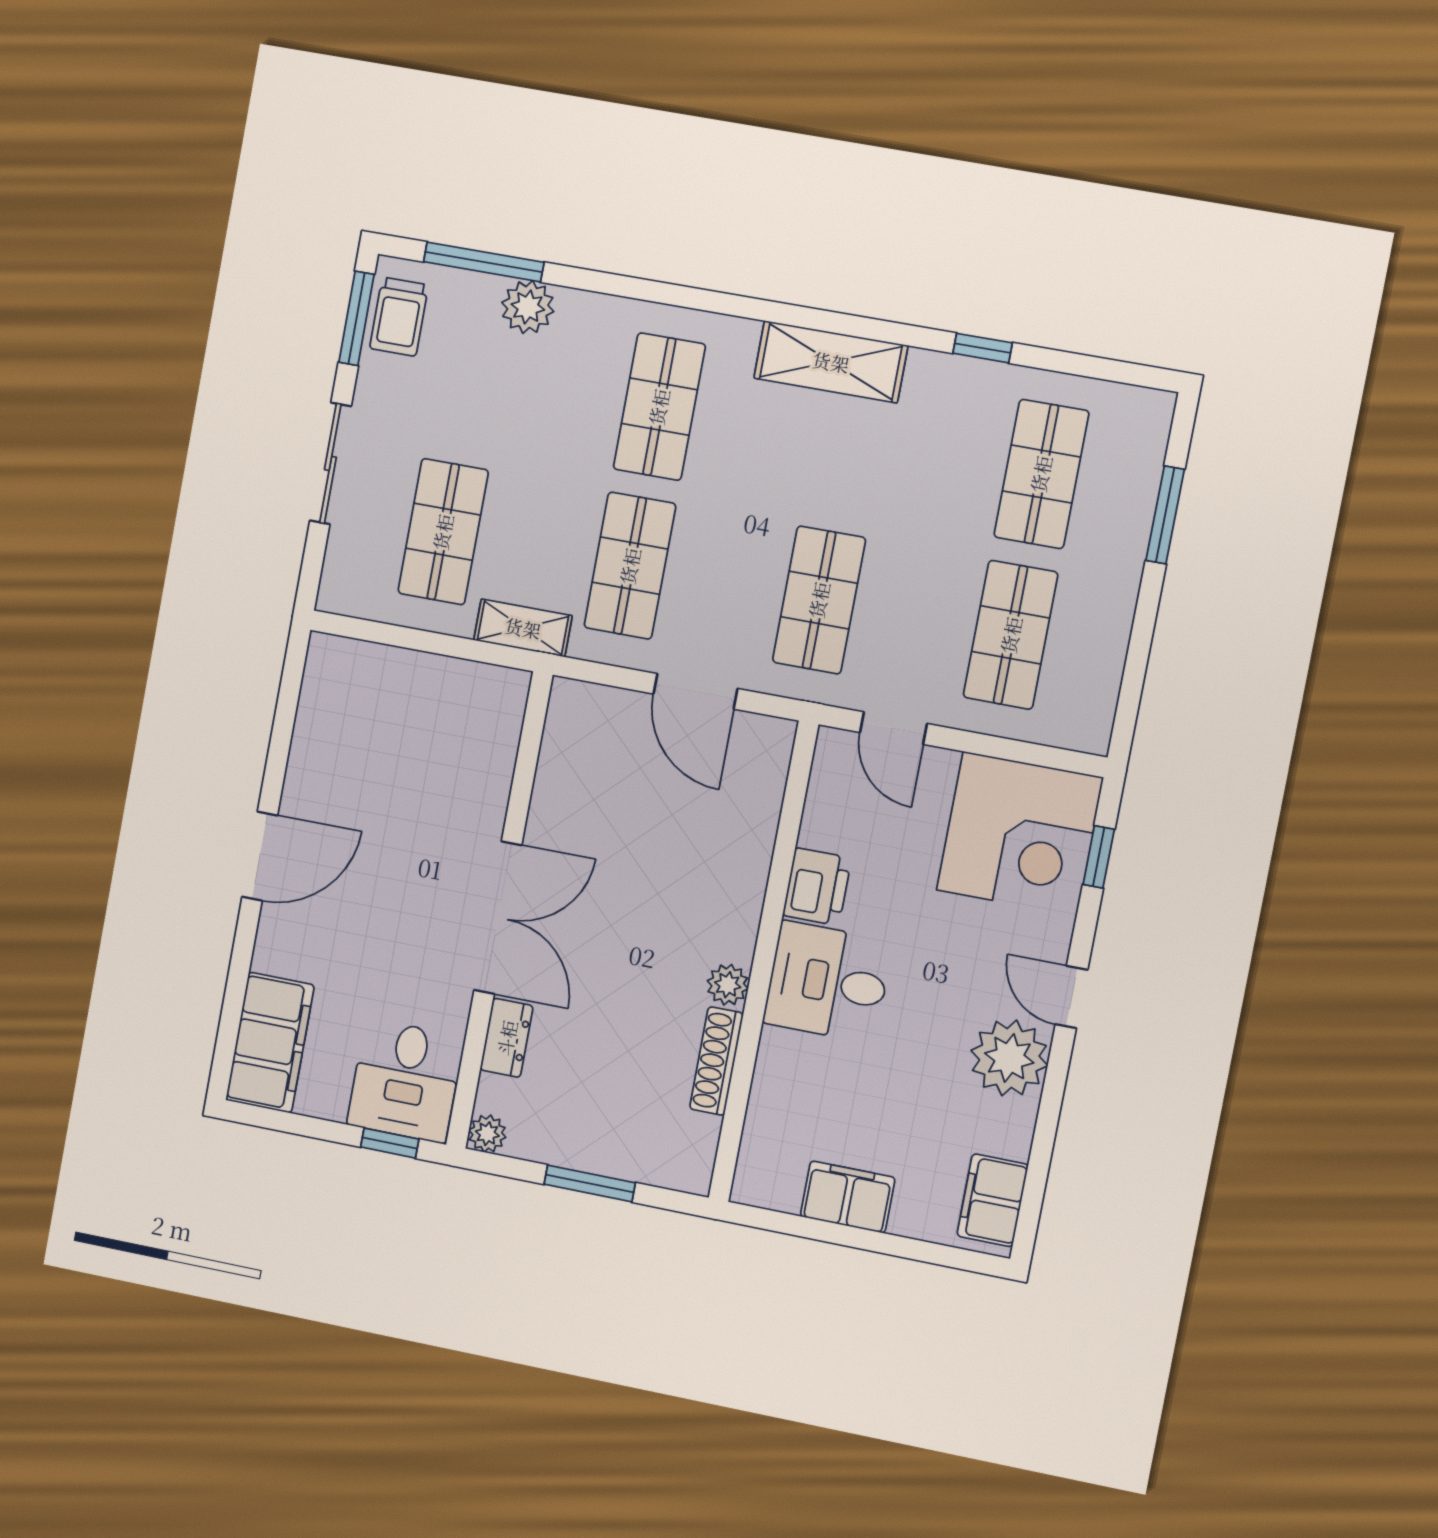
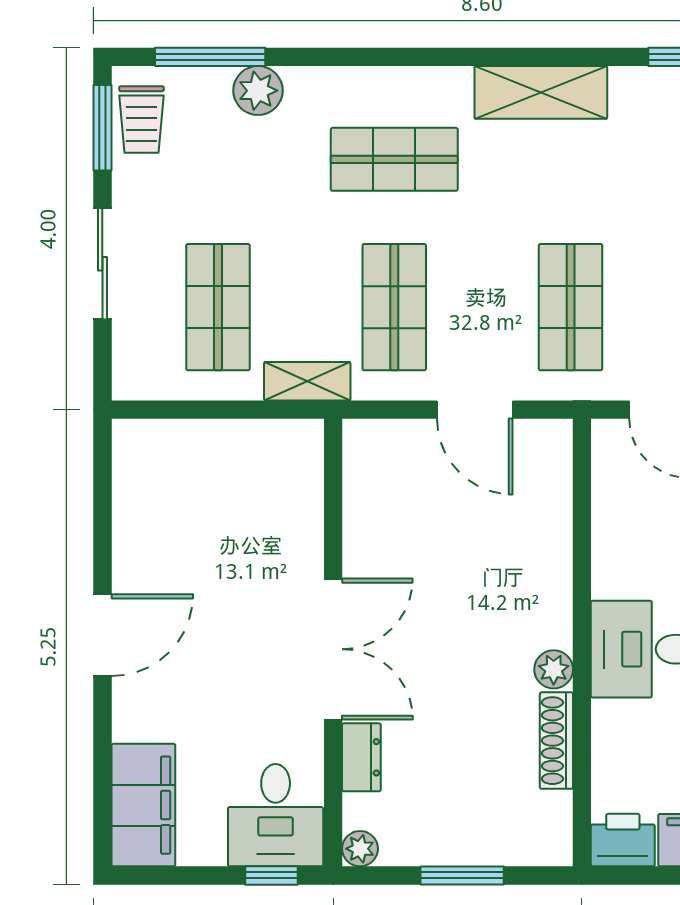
shop shelf: (659, 407) -> (394, 159), turned 90
printer: (817, 887) -> (623, 840), moved, turned -90

